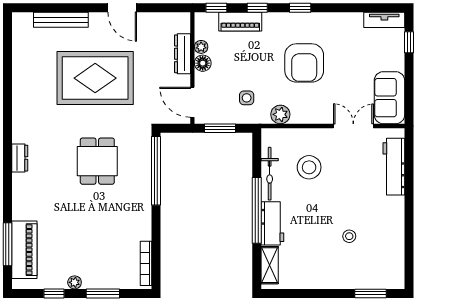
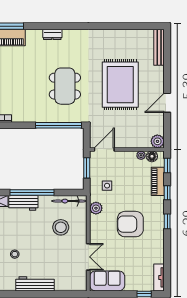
bench: (61, 20) -> (159, 47), moved
plant: (180, 22) -> (157, 141), added
dresser: (182, 54) -> (136, 143), removed
floor lamp: (203, 63) -> (152, 156), moved
dresser: (20, 158) -> (52, 34), moved
dining table: (97, 161) -> (65, 86), width x1.38
workbench: (394, 167) -> (35, 284), moved
bicycle: (270, 174) -> (69, 201), moved

